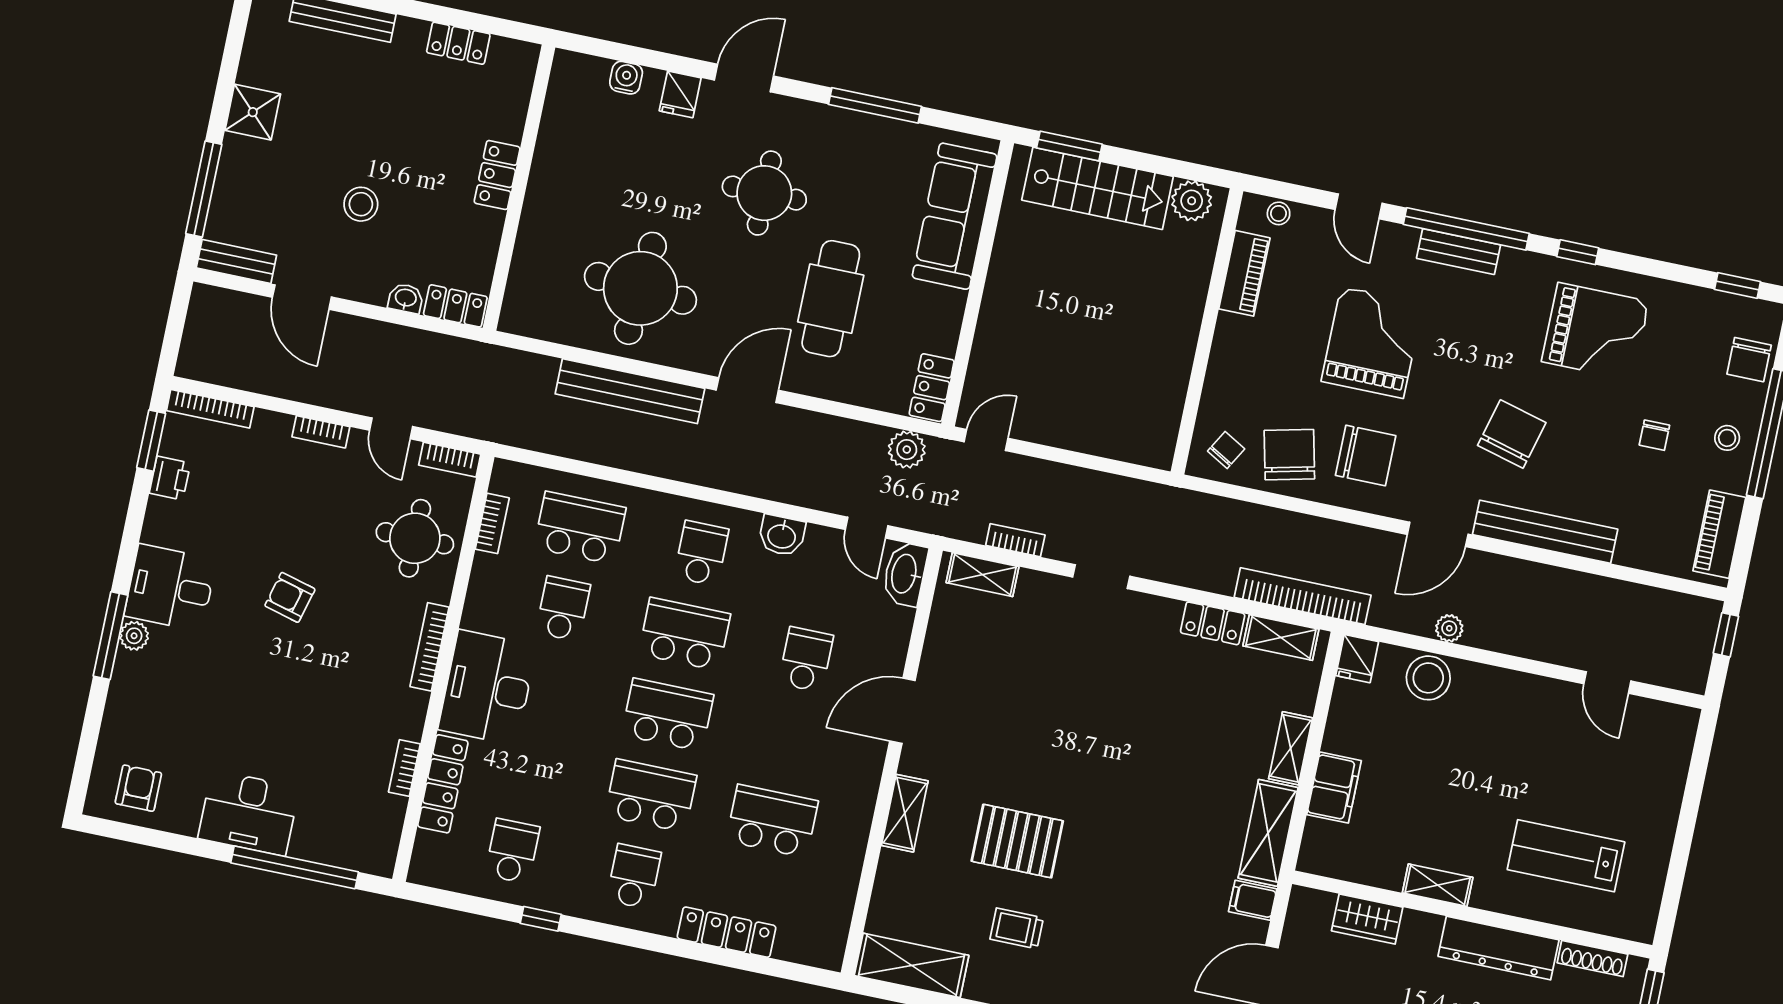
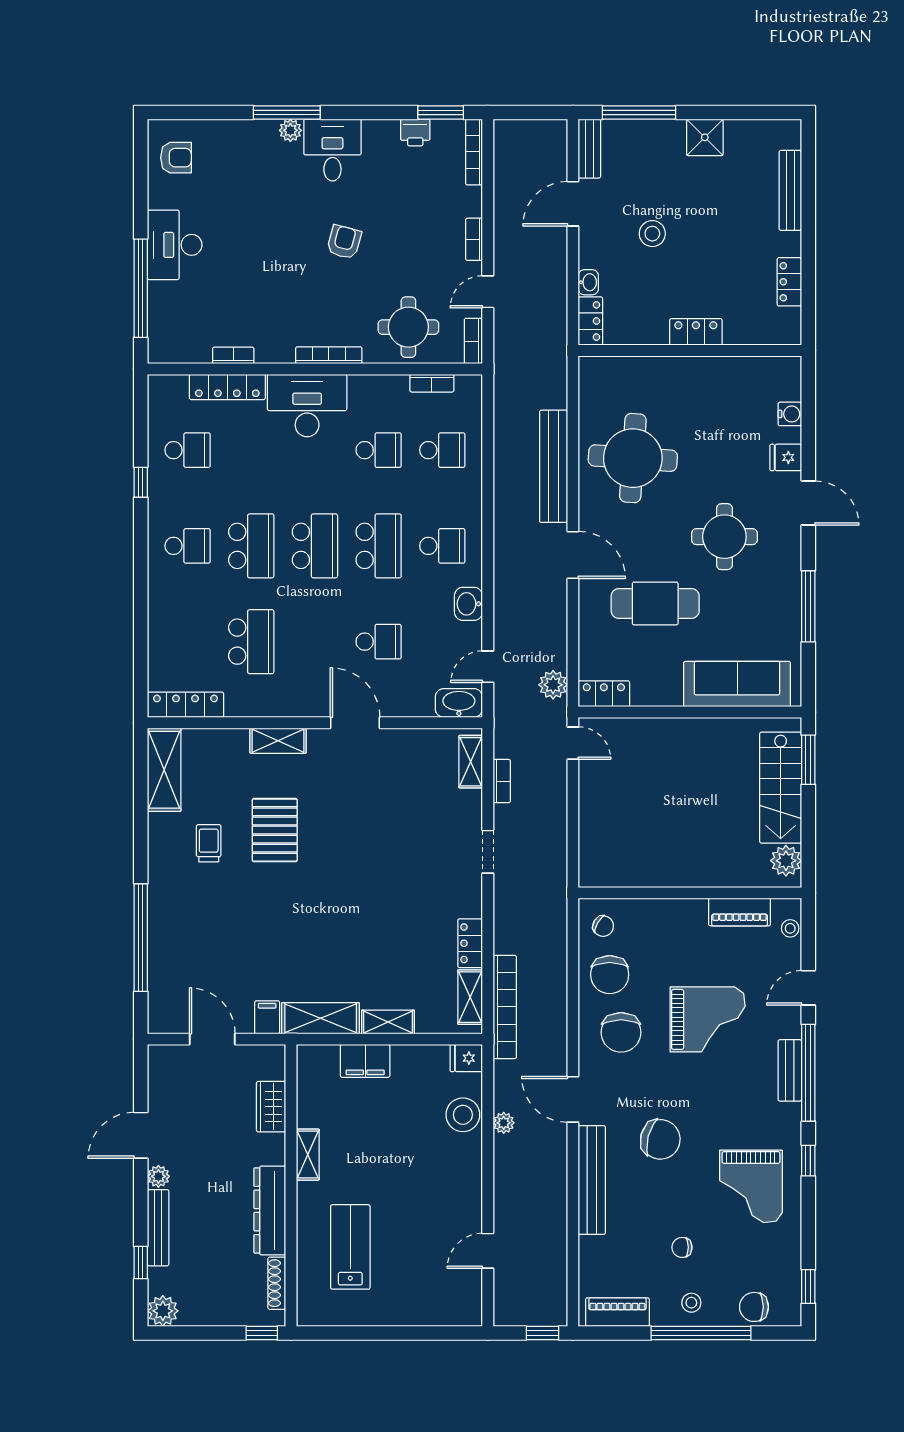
chair: (1289, 455) -> (610, 975), turned 103
school desk: (580, 528) -> (442, 450), width x0.54
locker: (727, 932) -> (186, 705), moved, turned -90

